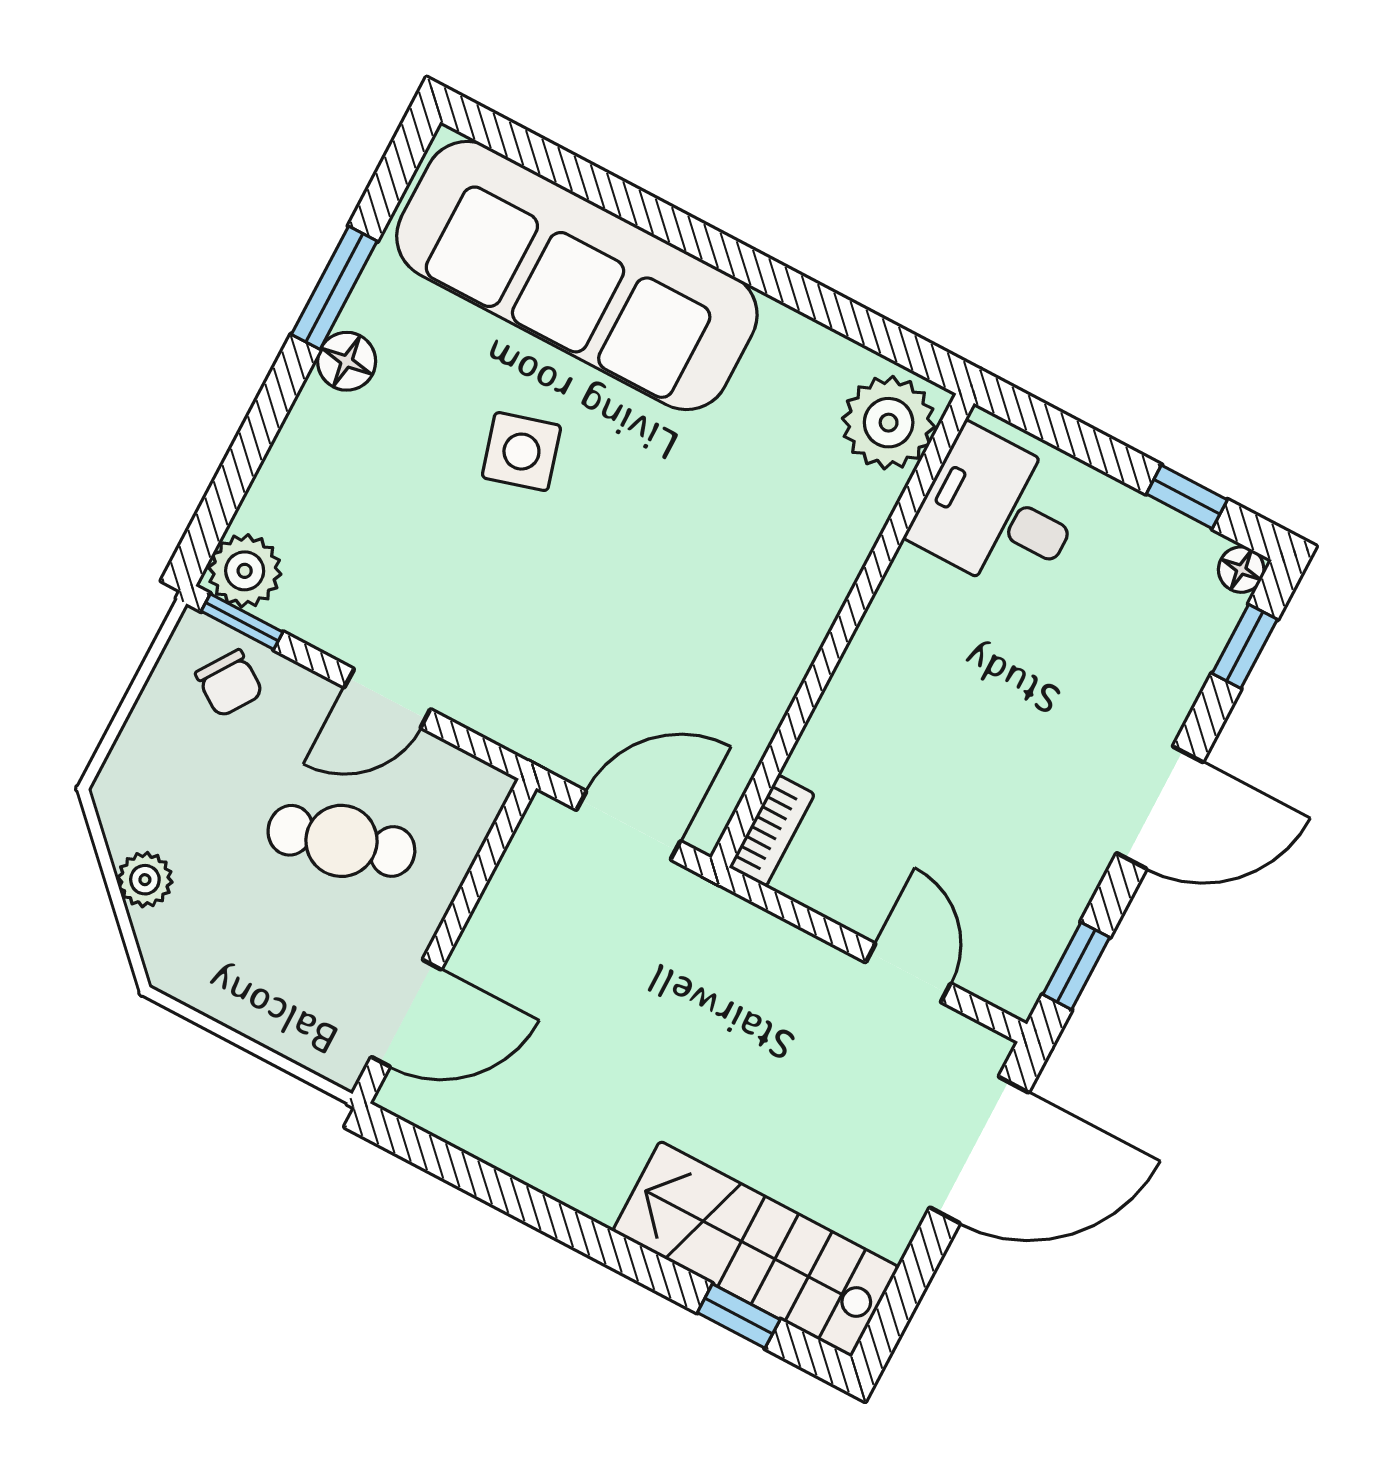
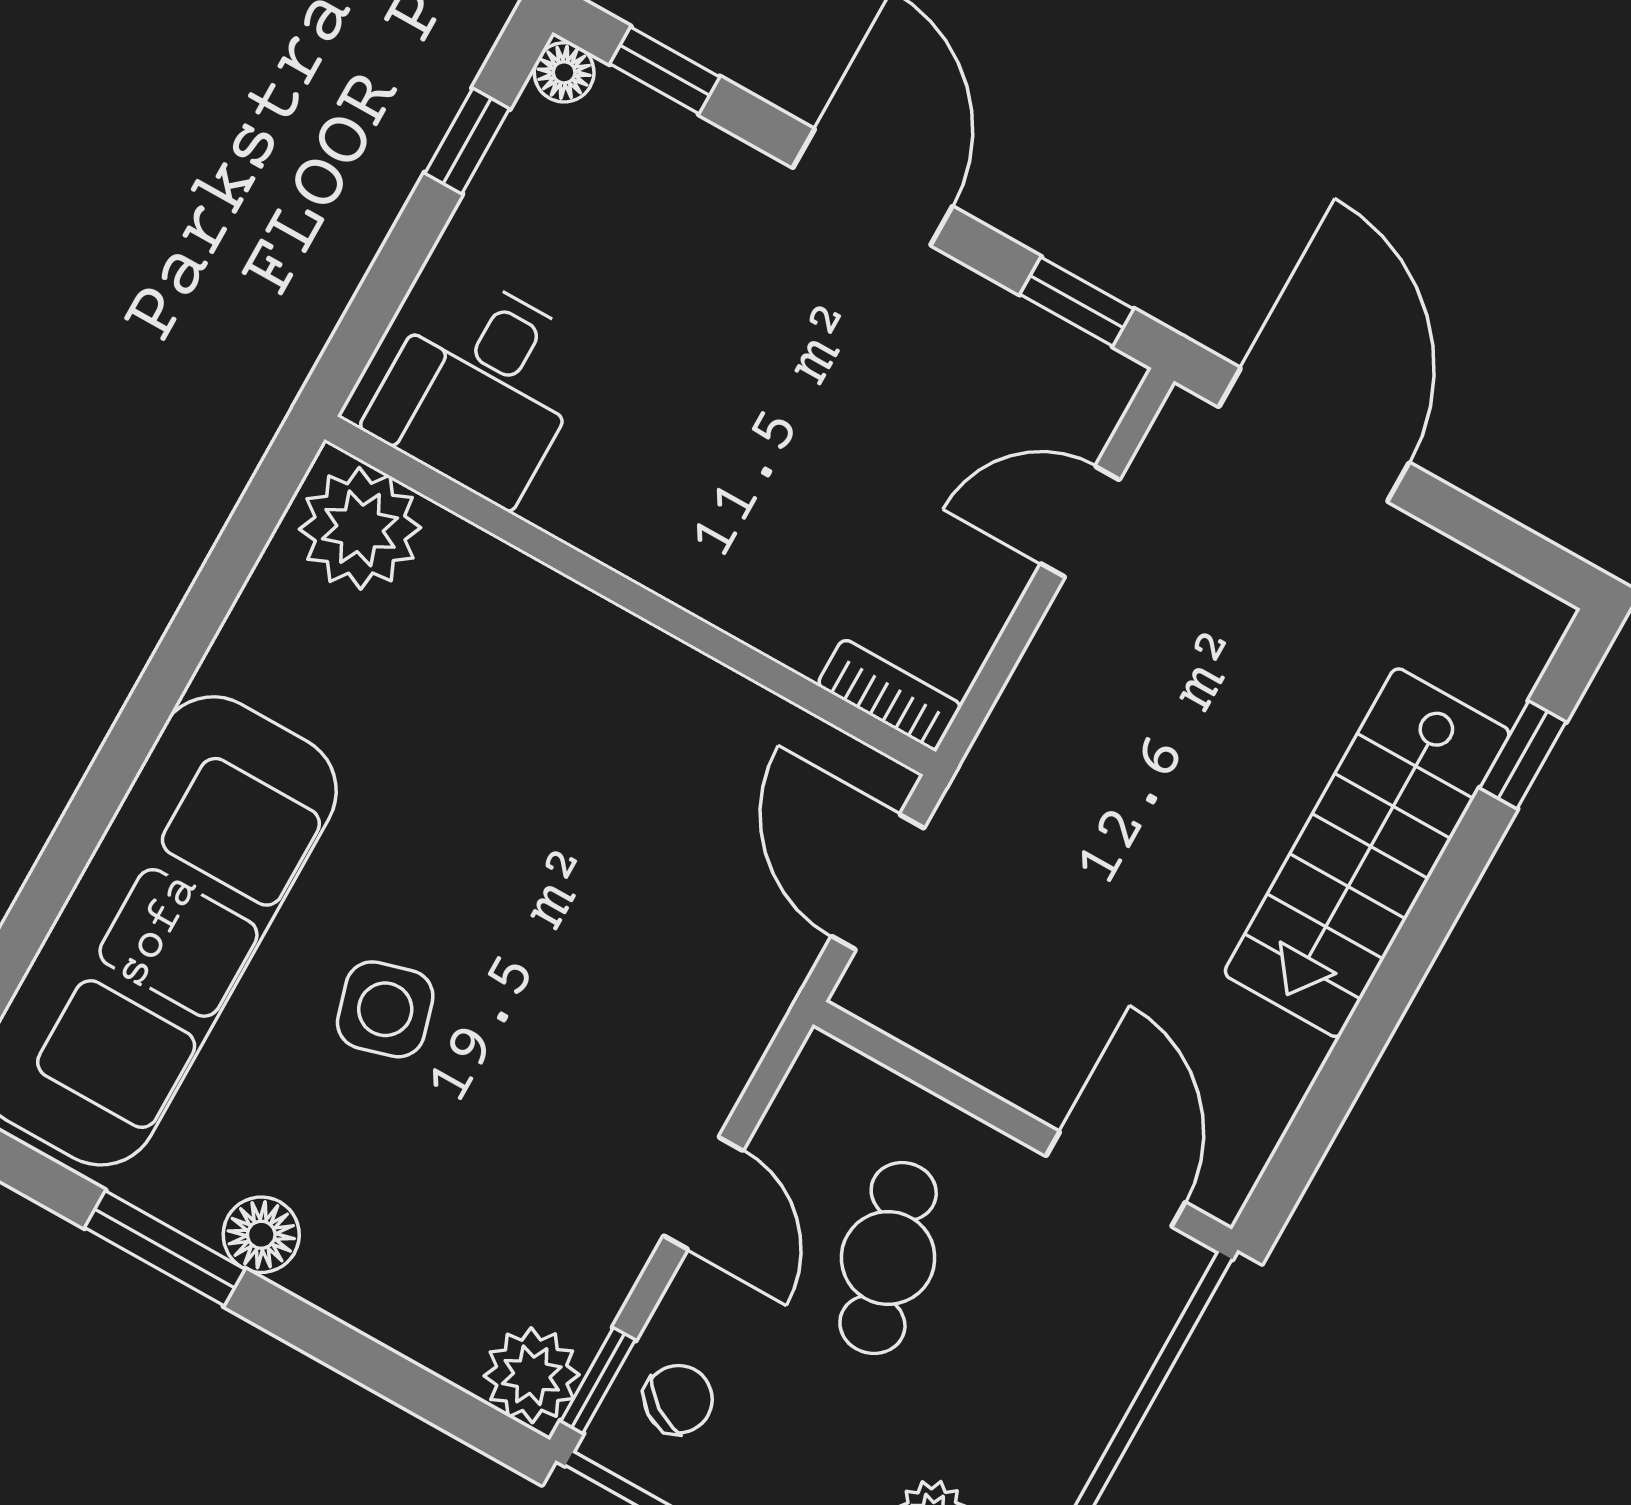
stairs: (756, 1249) -> (1367, 853), moved

